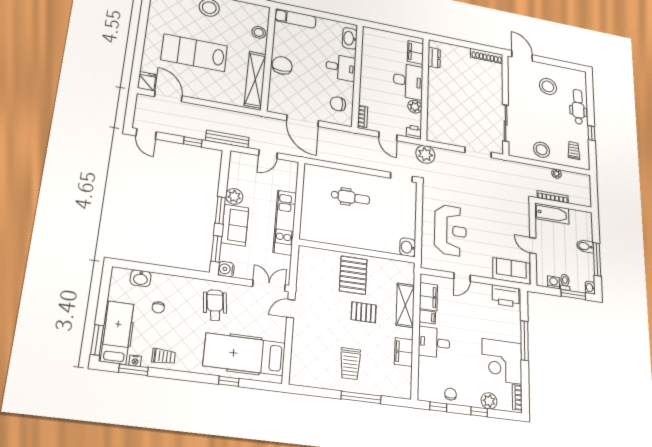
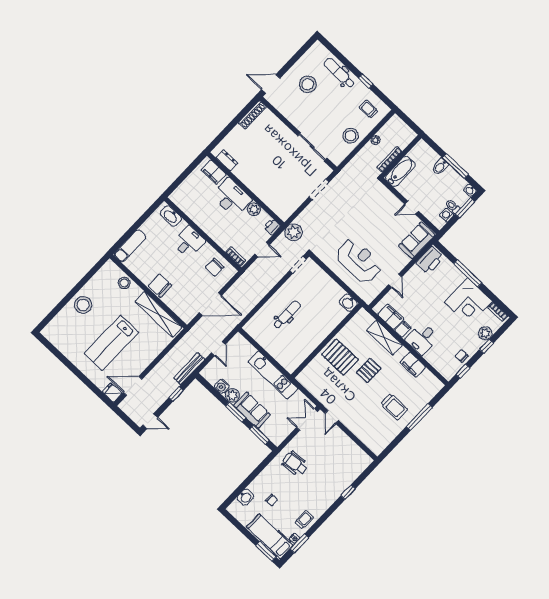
water cooler: (226, 269) -> (222, 386), moved
hospital bed: (245, 354) -> (339, 469), removed

